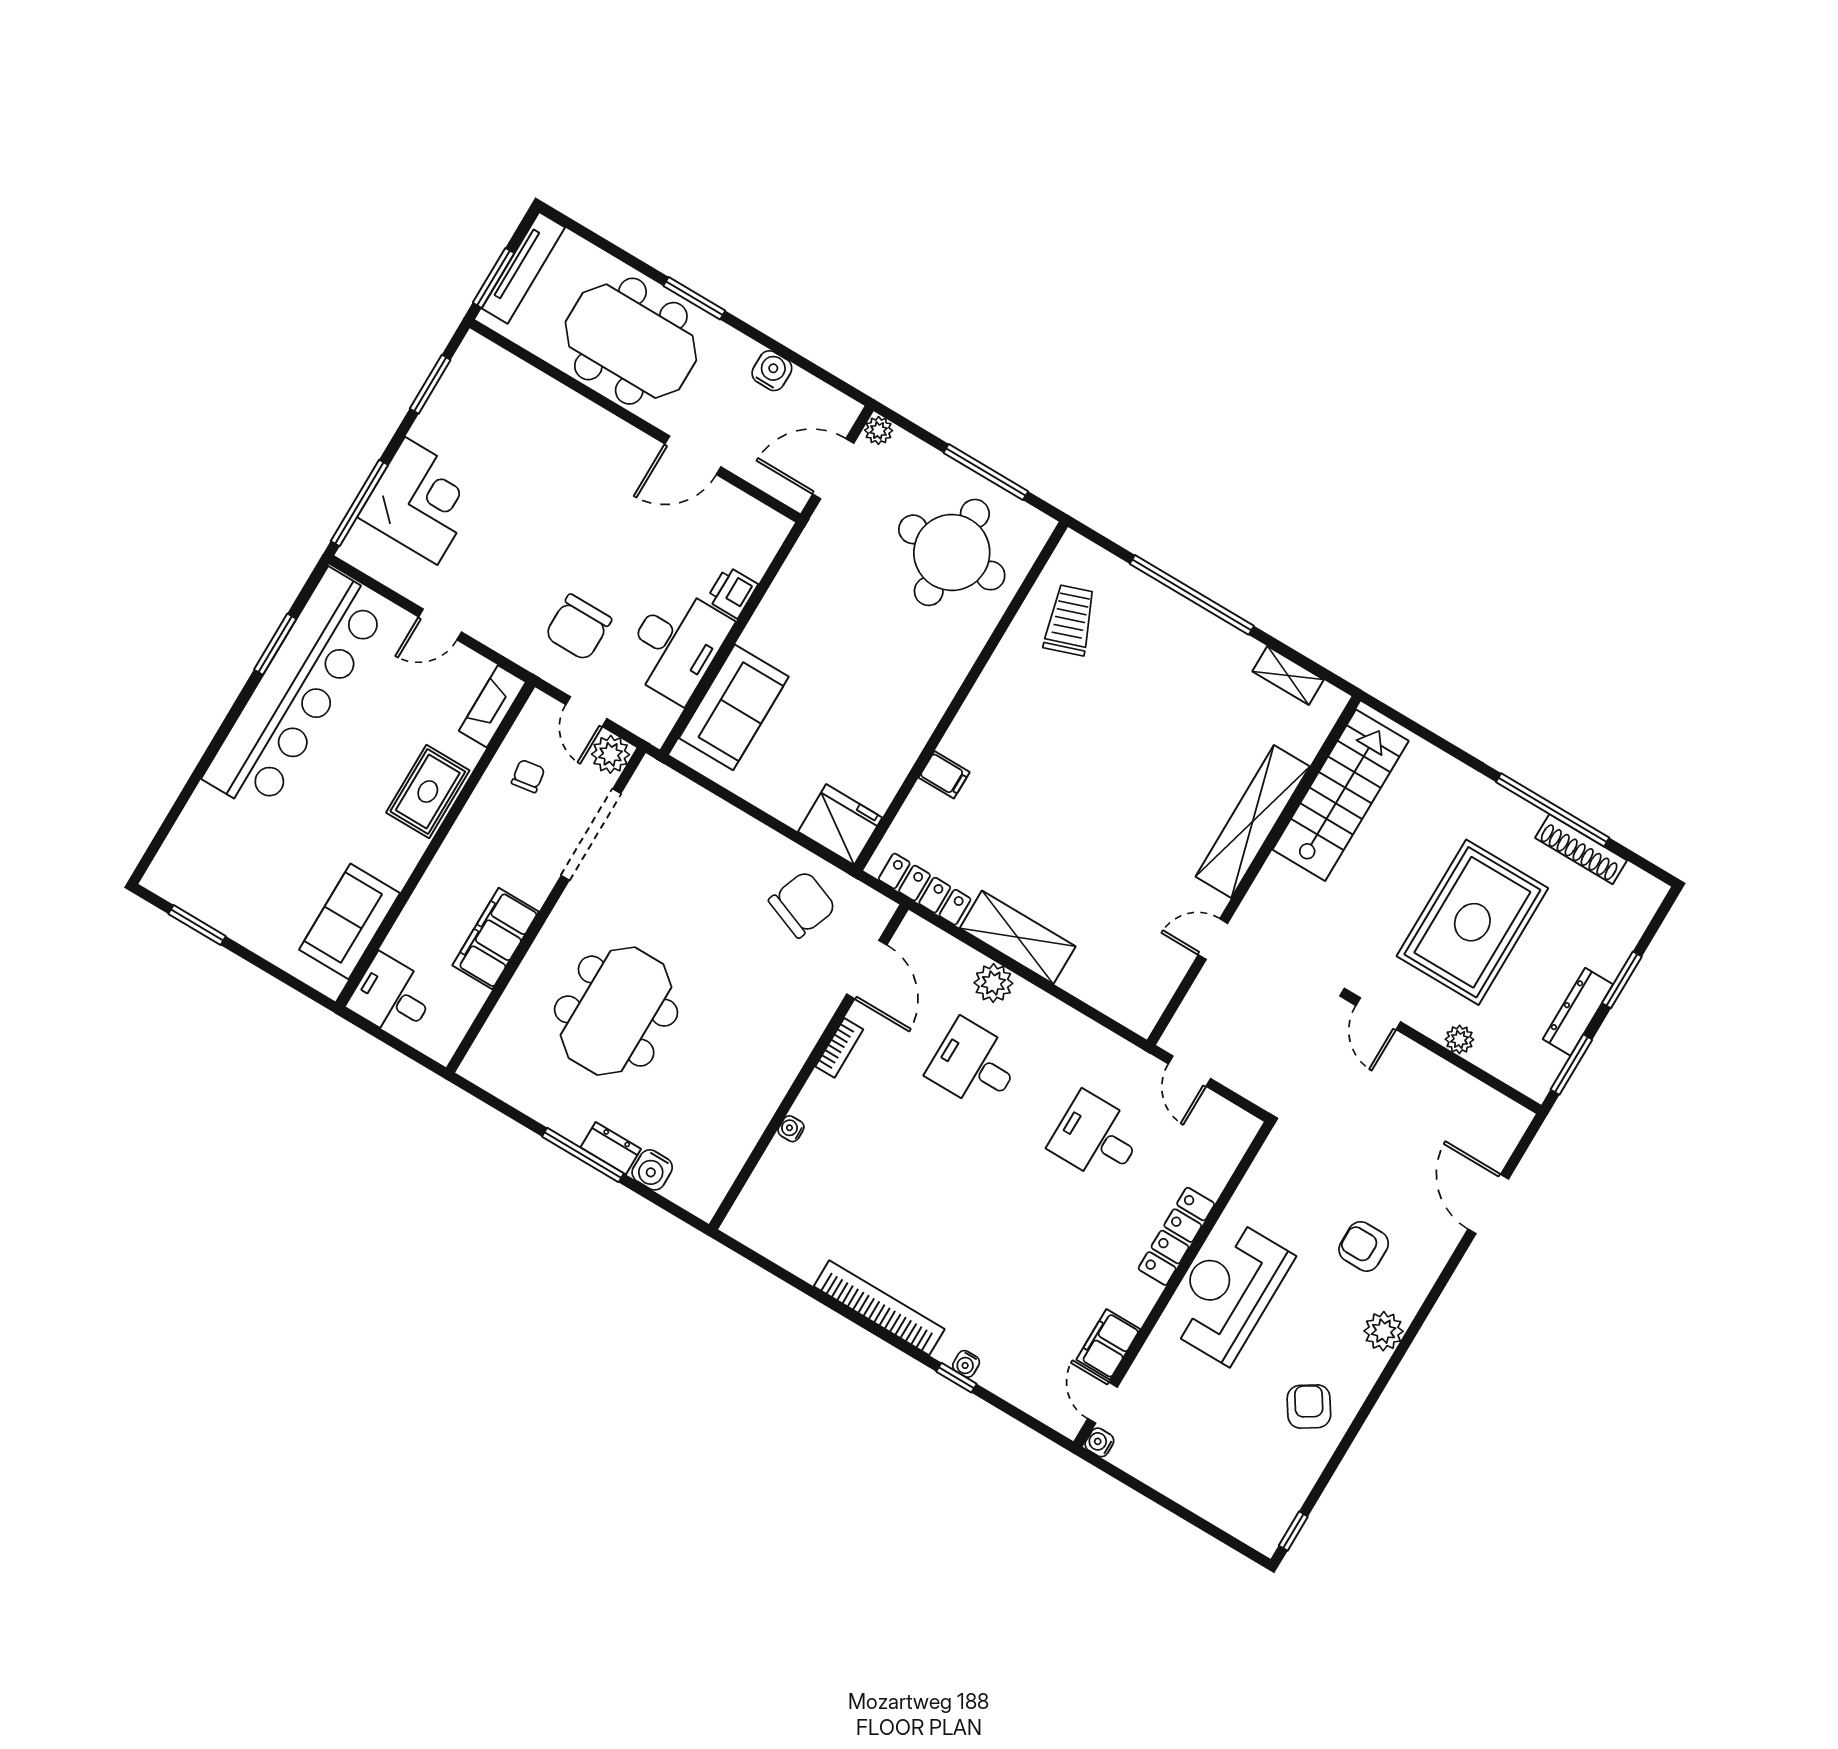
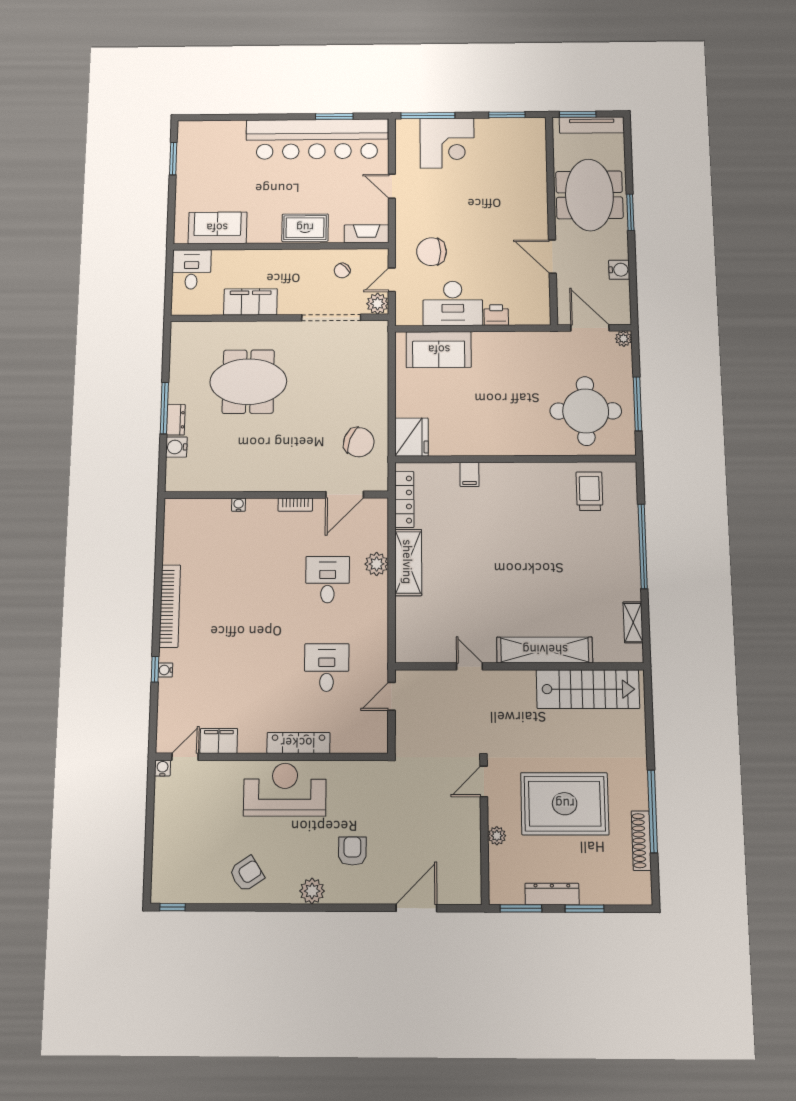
trolley: (1070, 620) -> (589, 491), turned -71
chair: (528, 776) -> (342, 271), turned 143

